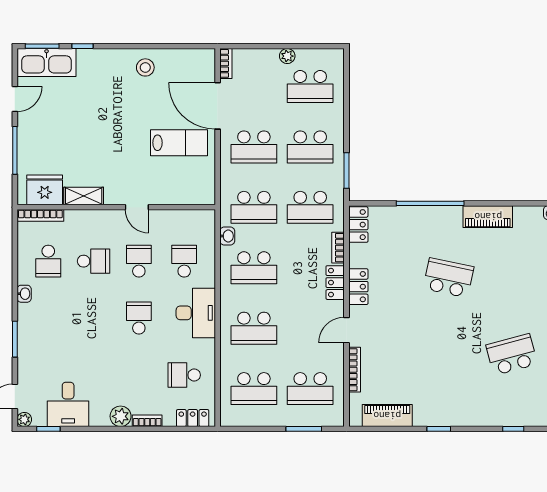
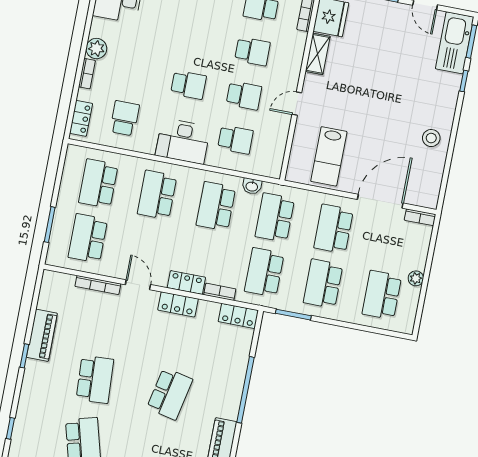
lab bench: (179, 143) -> (329, 156), moved
school desk: (94, 261) -> (252, 51), turned -90
school desk: (449, 355) -> (95, 379), added
piano: (387, 416) -> (42, 335), moved

